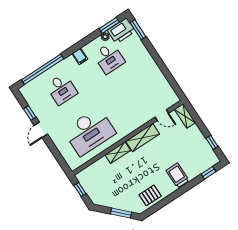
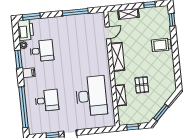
window: (109, 25) -> (19, 59), moved
window: (165, 71) -> (75, 12), added
shelving: (185, 116) -> (128, 14), moved
shelving: (118, 153) -> (121, 95), moved
pallet: (150, 195) -> (142, 85), moved
window: (121, 213) -> (161, 113), moved

